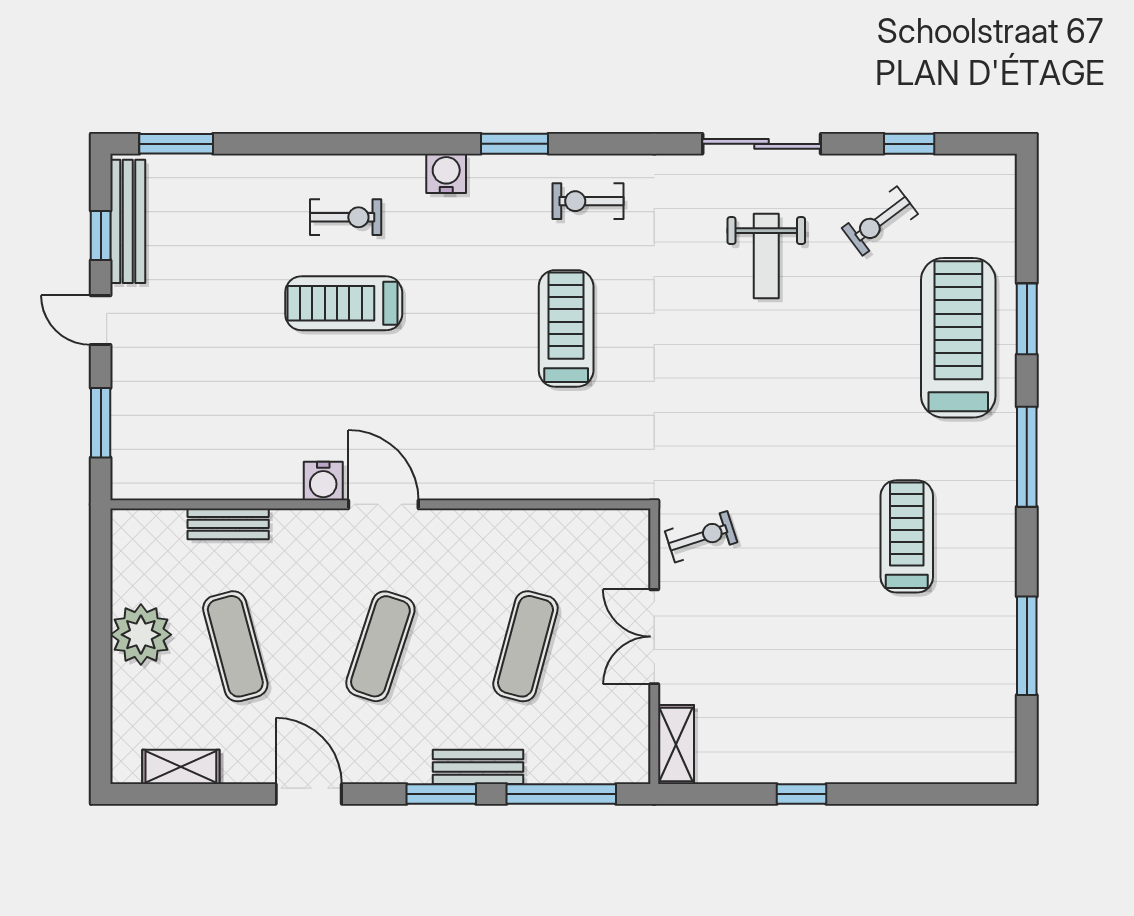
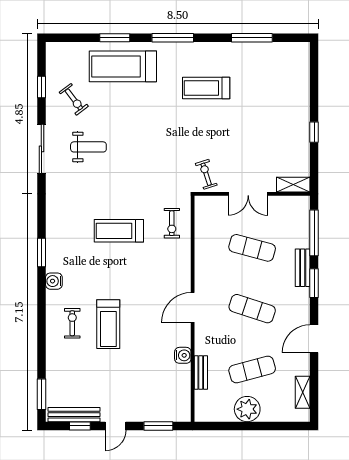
exercise bike: (588, 201) -> (172, 223), moved
water cooler: (323, 481) -> (183, 355), moved

